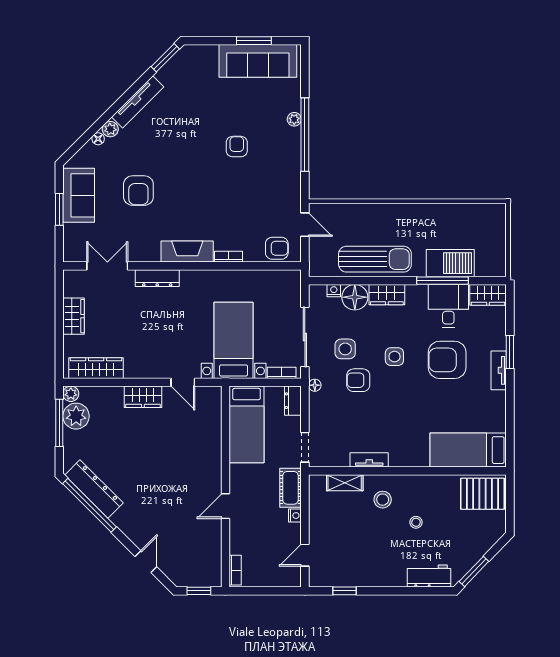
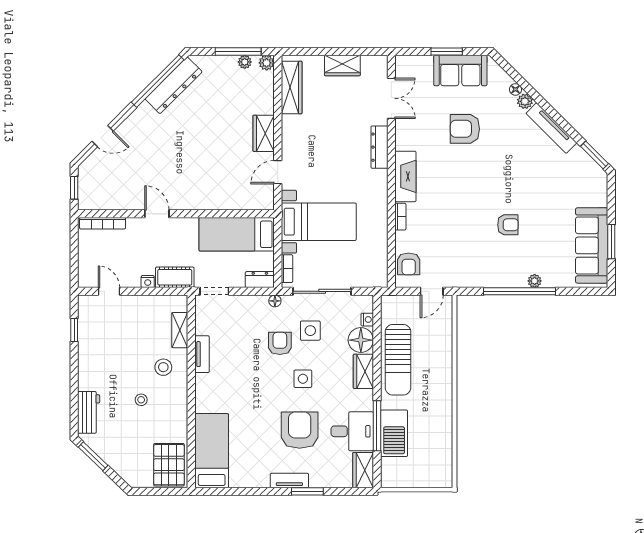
plant: (76, 416) -> (245, 62), width x0.53, depth x0.53
bookcase: (235, 570) -> (103, 223), width x1.56

